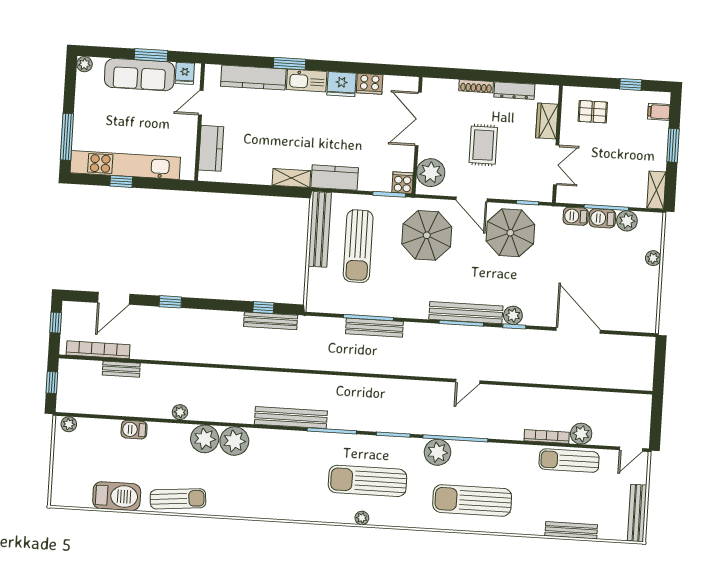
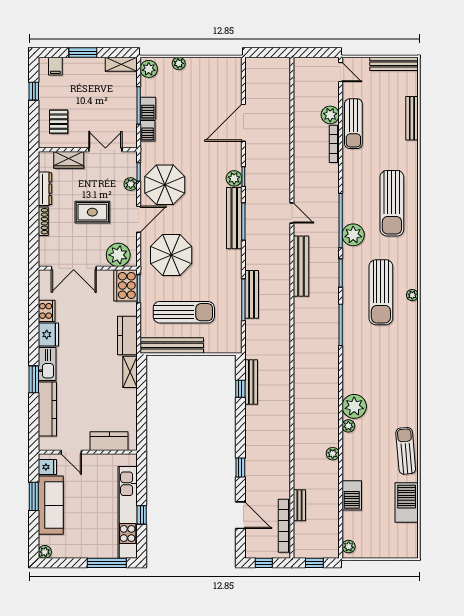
cooker: (403, 183) -> (125, 285), width x1.87, depth x1.31
plant: (514, 192) -> (131, 184), added
plant: (627, 221) -> (149, 69), moved
bench: (291, 418) -> (301, 266), moved
barbecue: (134, 430) -> (352, 495), width x1.38, depth x1.27
plant: (205, 439) -> (348, 426), width x0.53, depth x0.53

